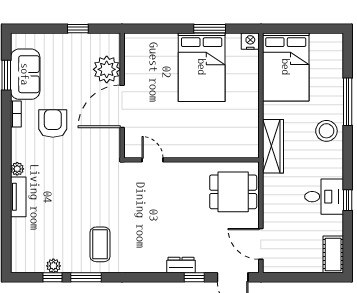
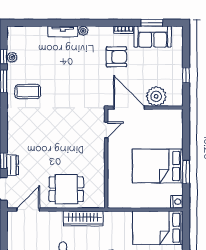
wardrobe: (273, 146) -> (83, 218), moved
door: (153, 160) -> (106, 130), moved
wall: (191, 160) -> (106, 159), moved
dining table: (233, 192) -> (66, 189), turned 90
dresser: (181, 265) -> (13, 165), moved

